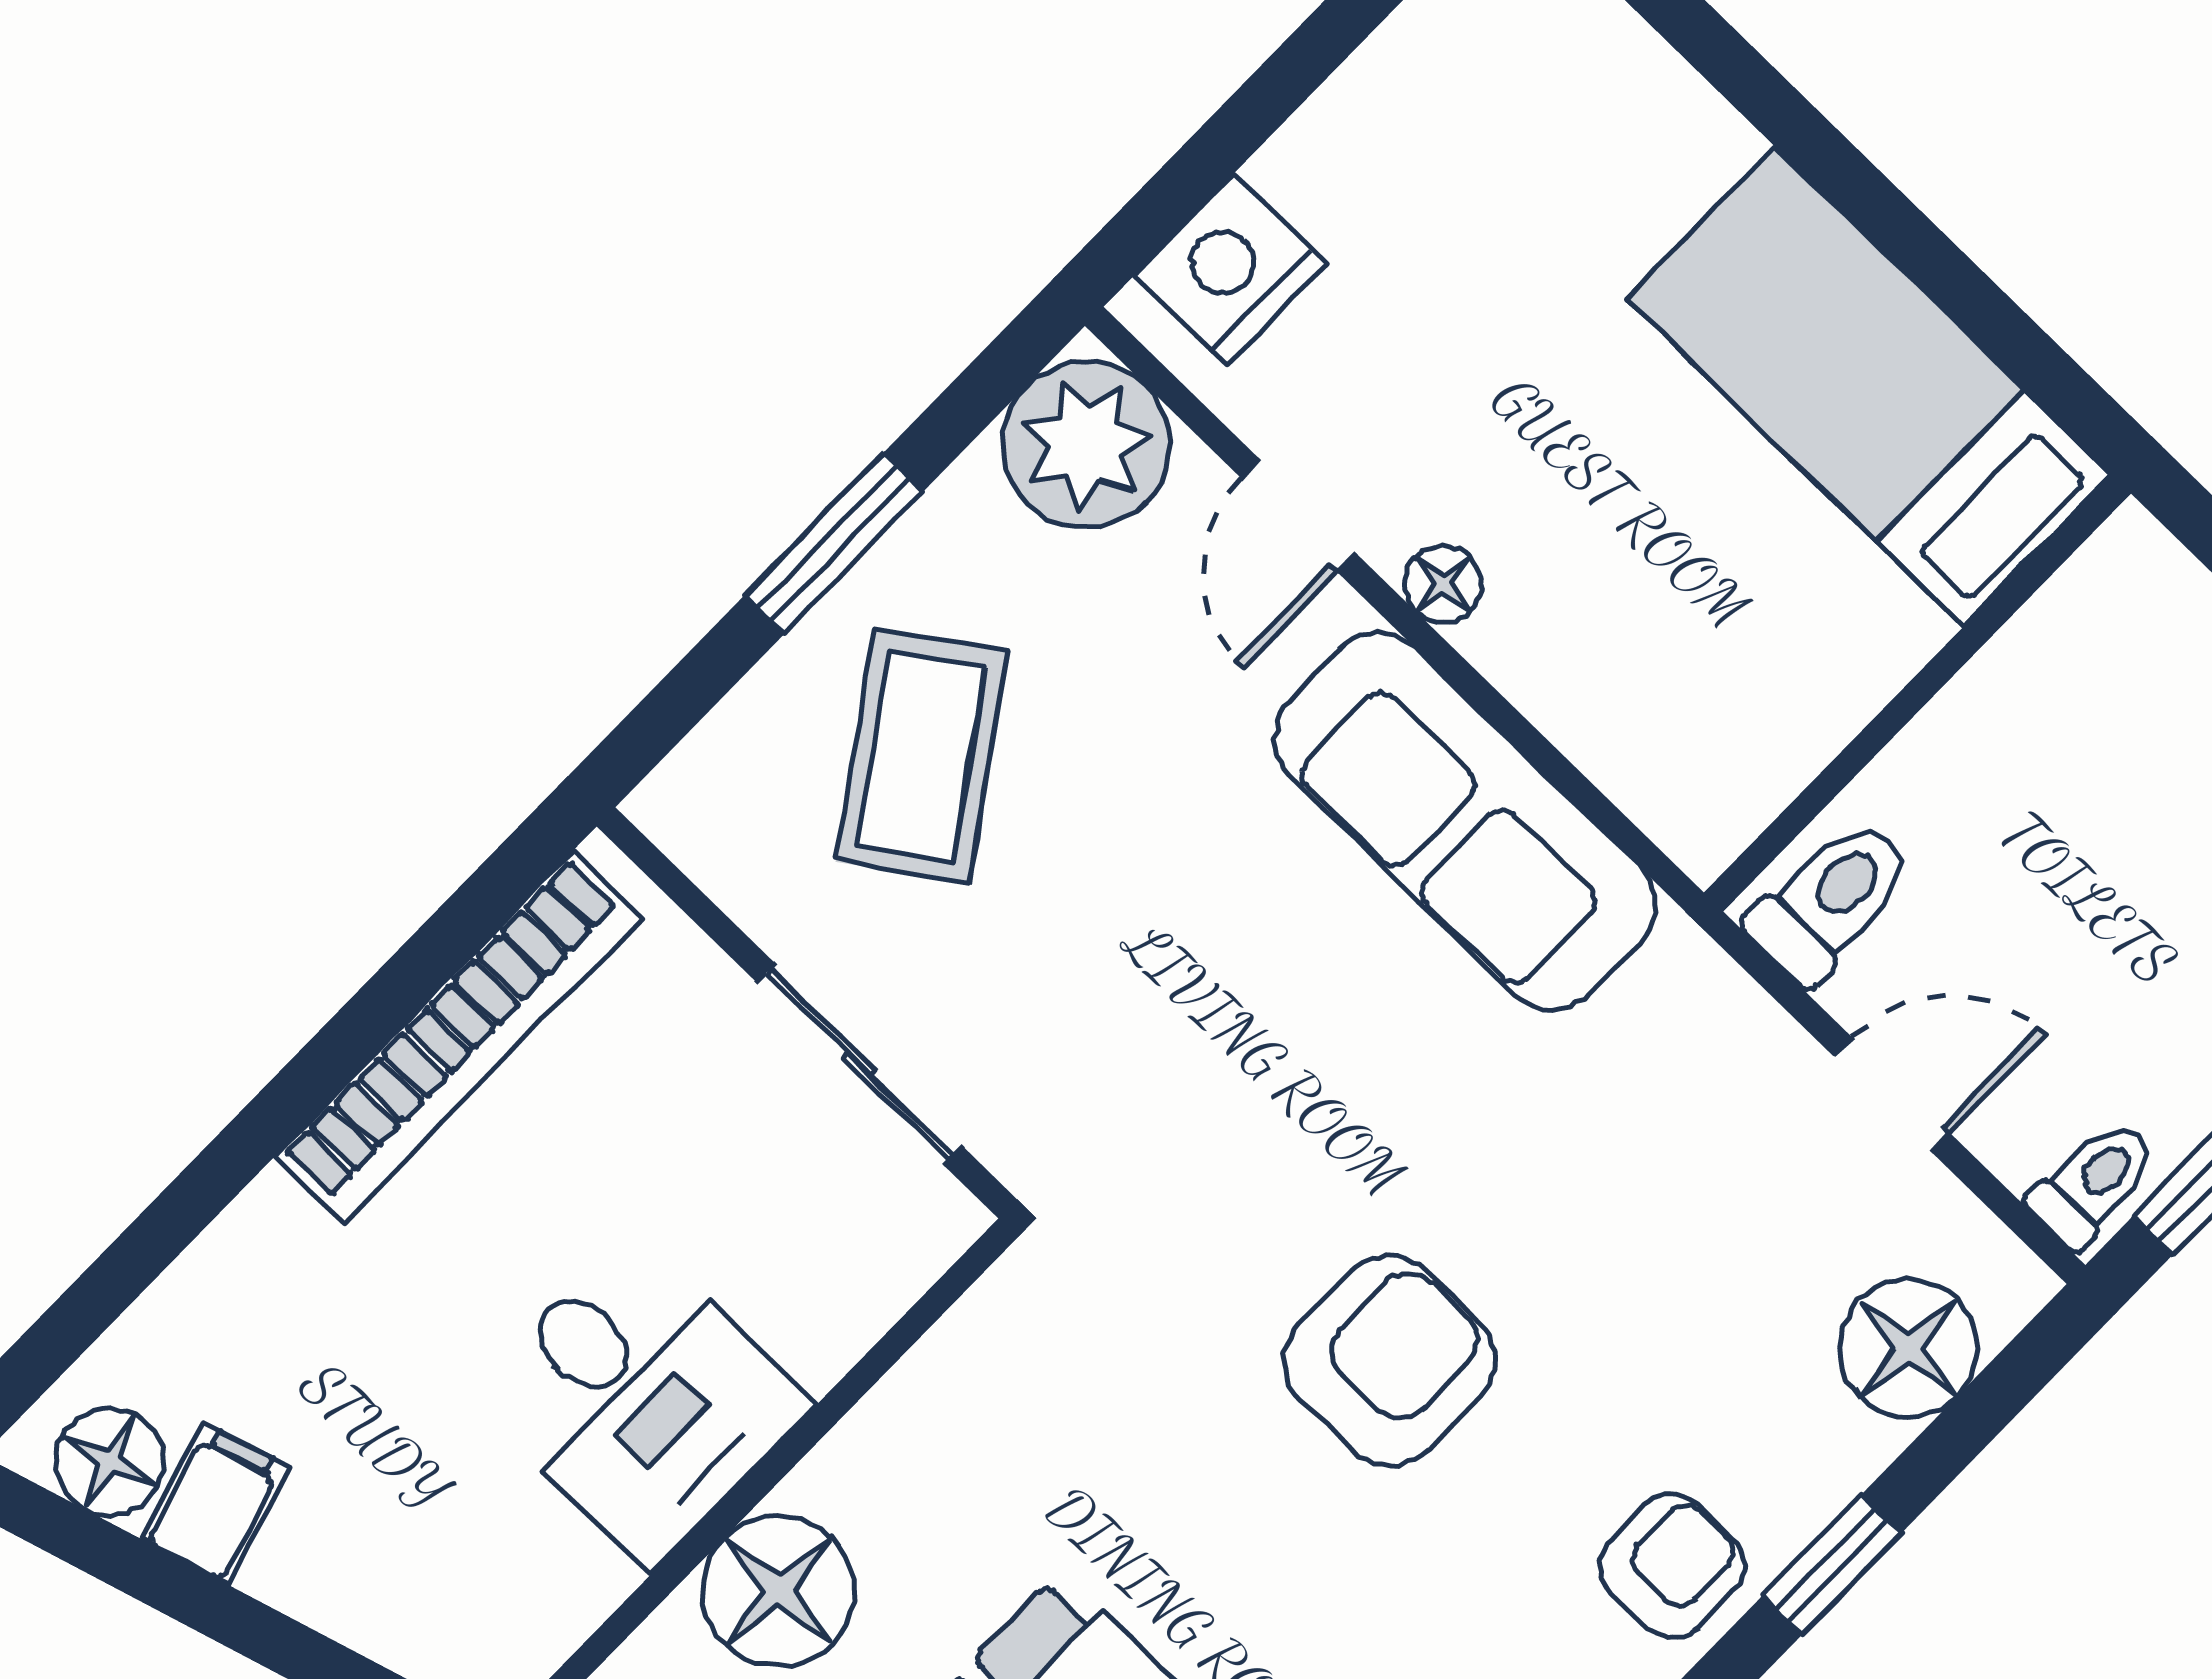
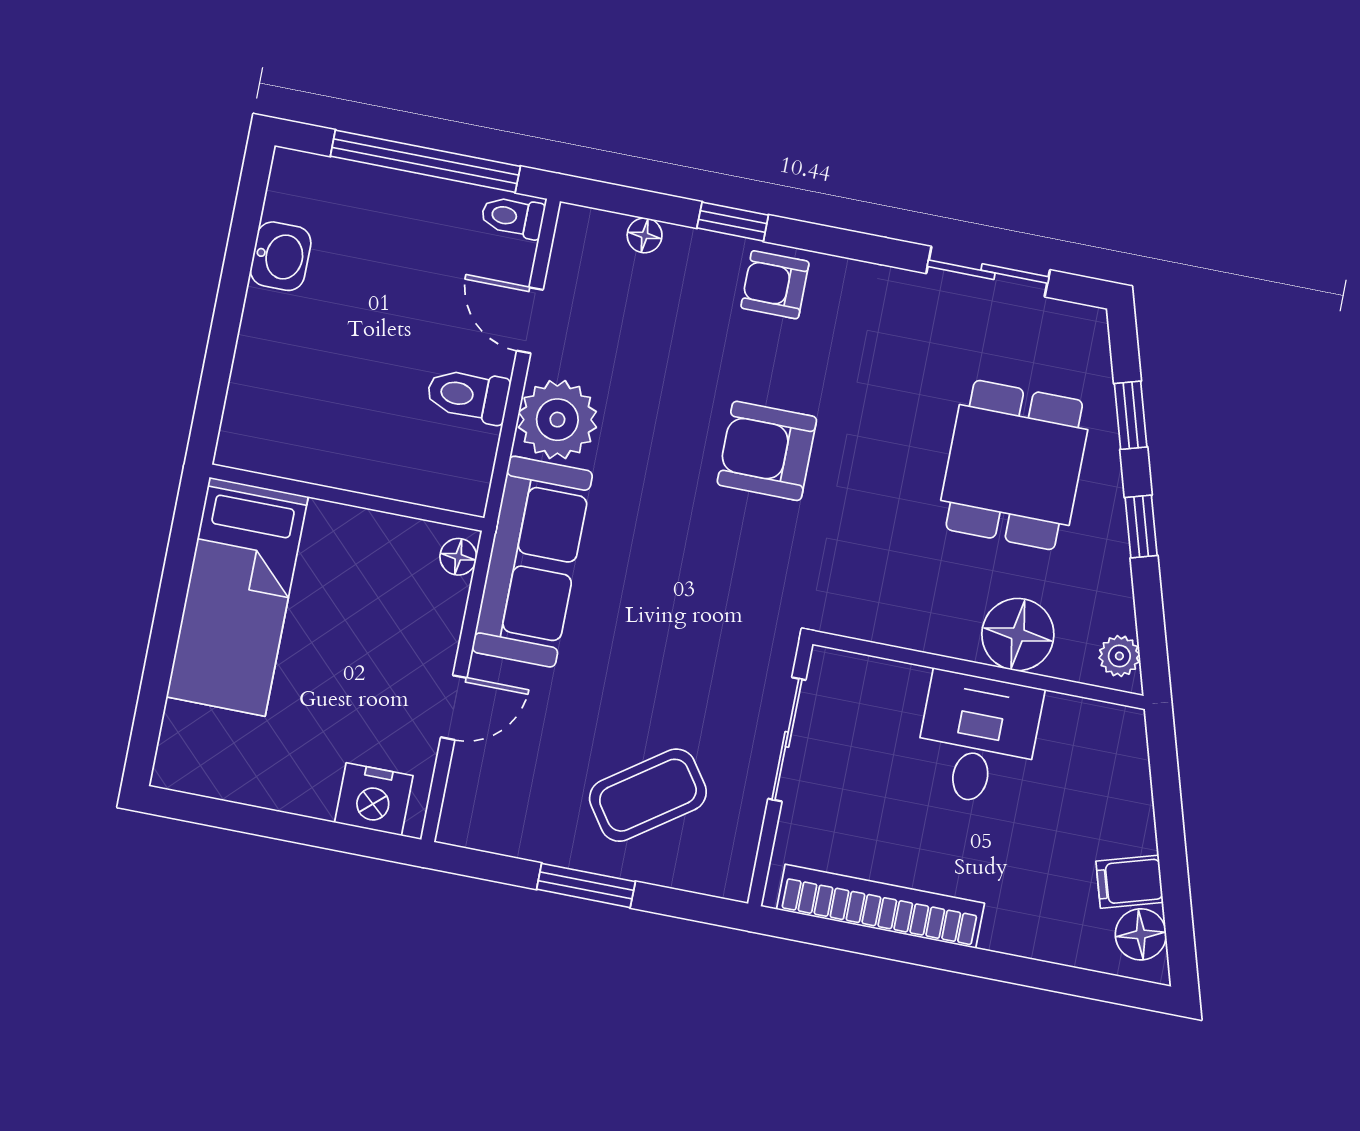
bed: (1869, 387) -> (237, 597), moved
plant: (1086, 444) -> (557, 420), moved
floor lamp: (1443, 584) -> (458, 557), moved
wall: (1917, 693) -> (347, 498), moved
floor lamp: (1908, 1348) -> (645, 235), width x0.53, depth x0.53

